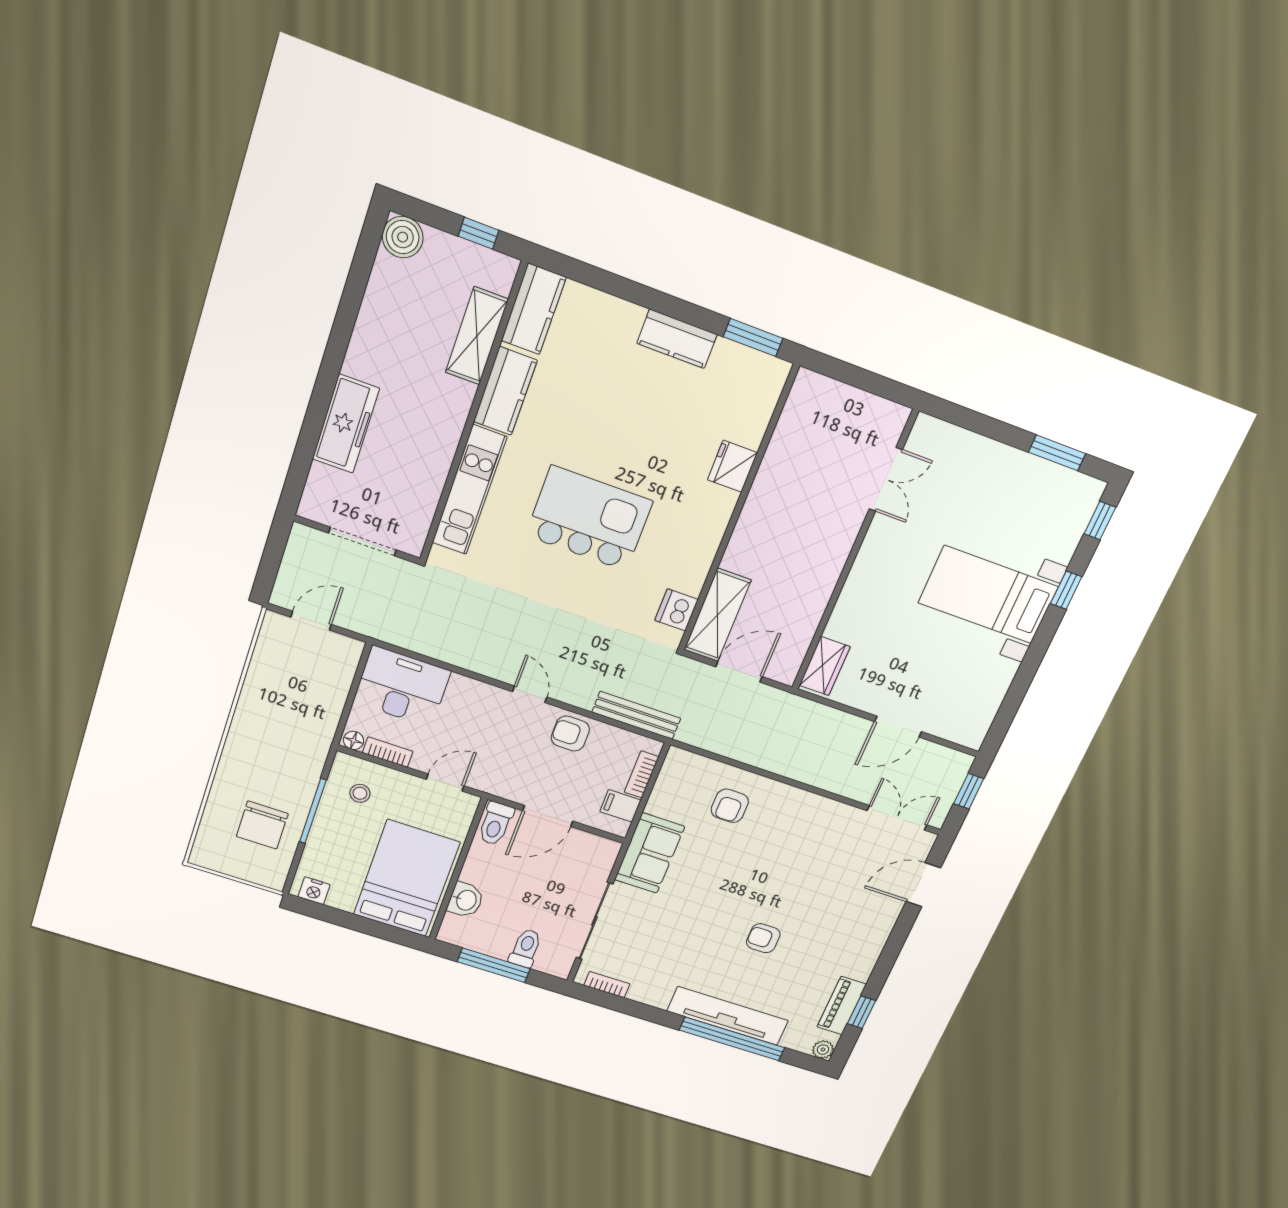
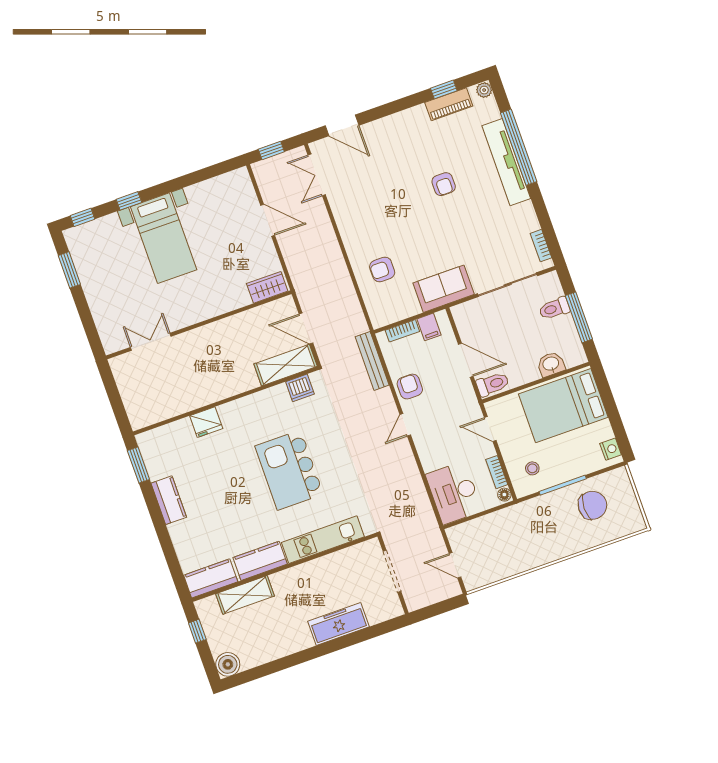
armchair: (570, 734) -> (410, 387), turned 180
armchair: (730, 806) -> (382, 270), turned 180

